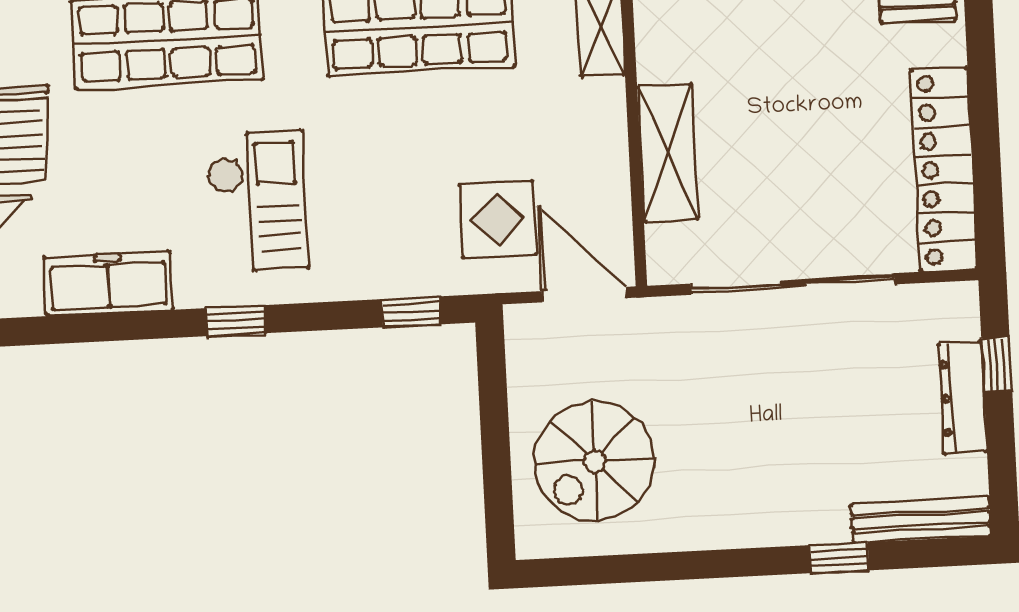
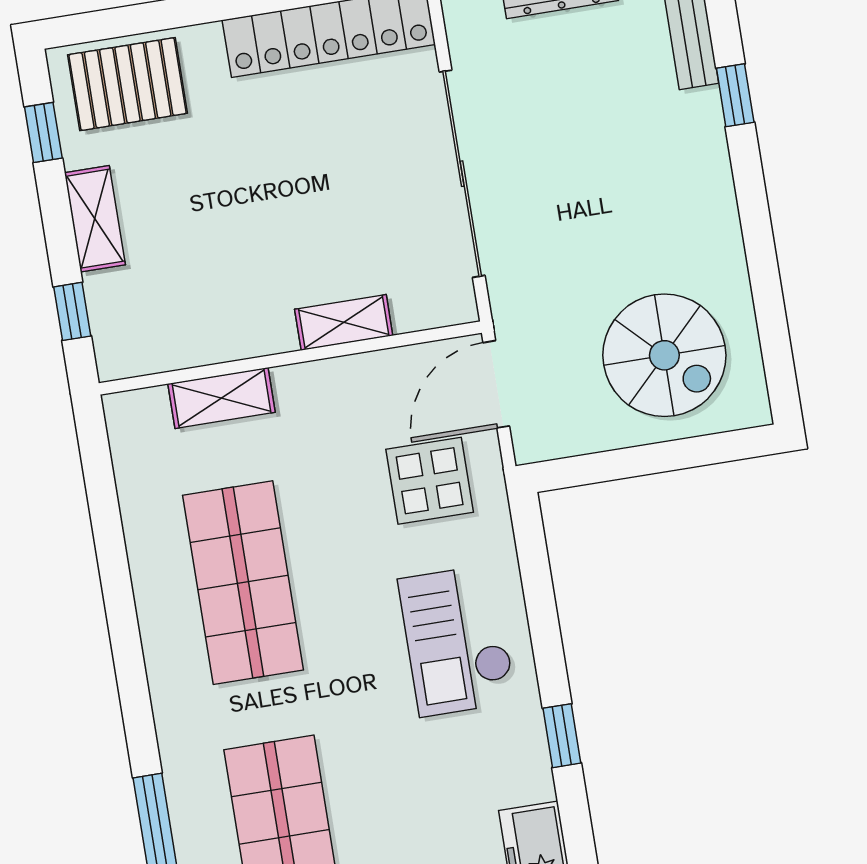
shelving: (668, 153) -> (344, 322), width x0.67, depth x0.75
checkout: (258, 201) -> (457, 640), moved, turned -90
window: (411, 312) -> (533, 558), removed

